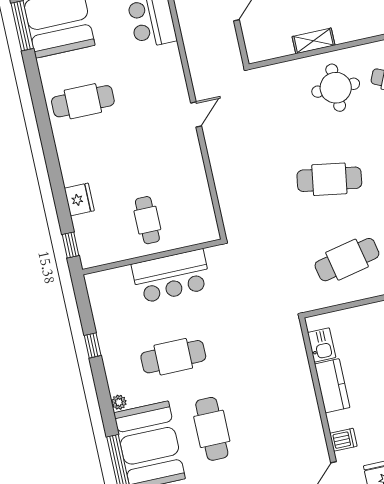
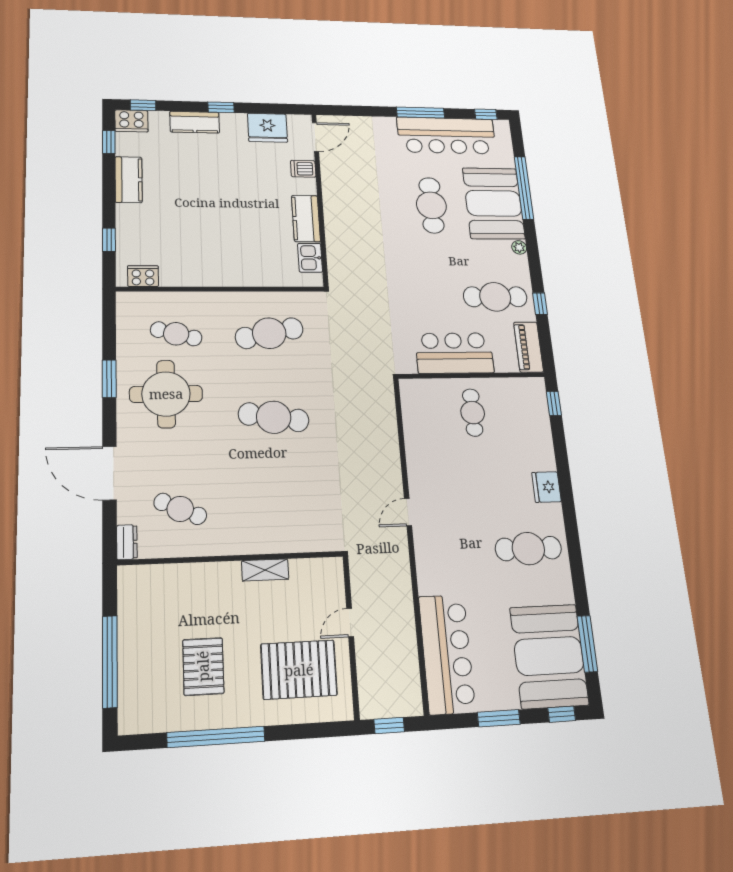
round table: (336, 88) -> (249, 513), removed
fridge: (79, 199) -> (546, 487), moved
piano: (100, 297) -> (529, 347), added
cafe table: (173, 357) -> (495, 297), moved

